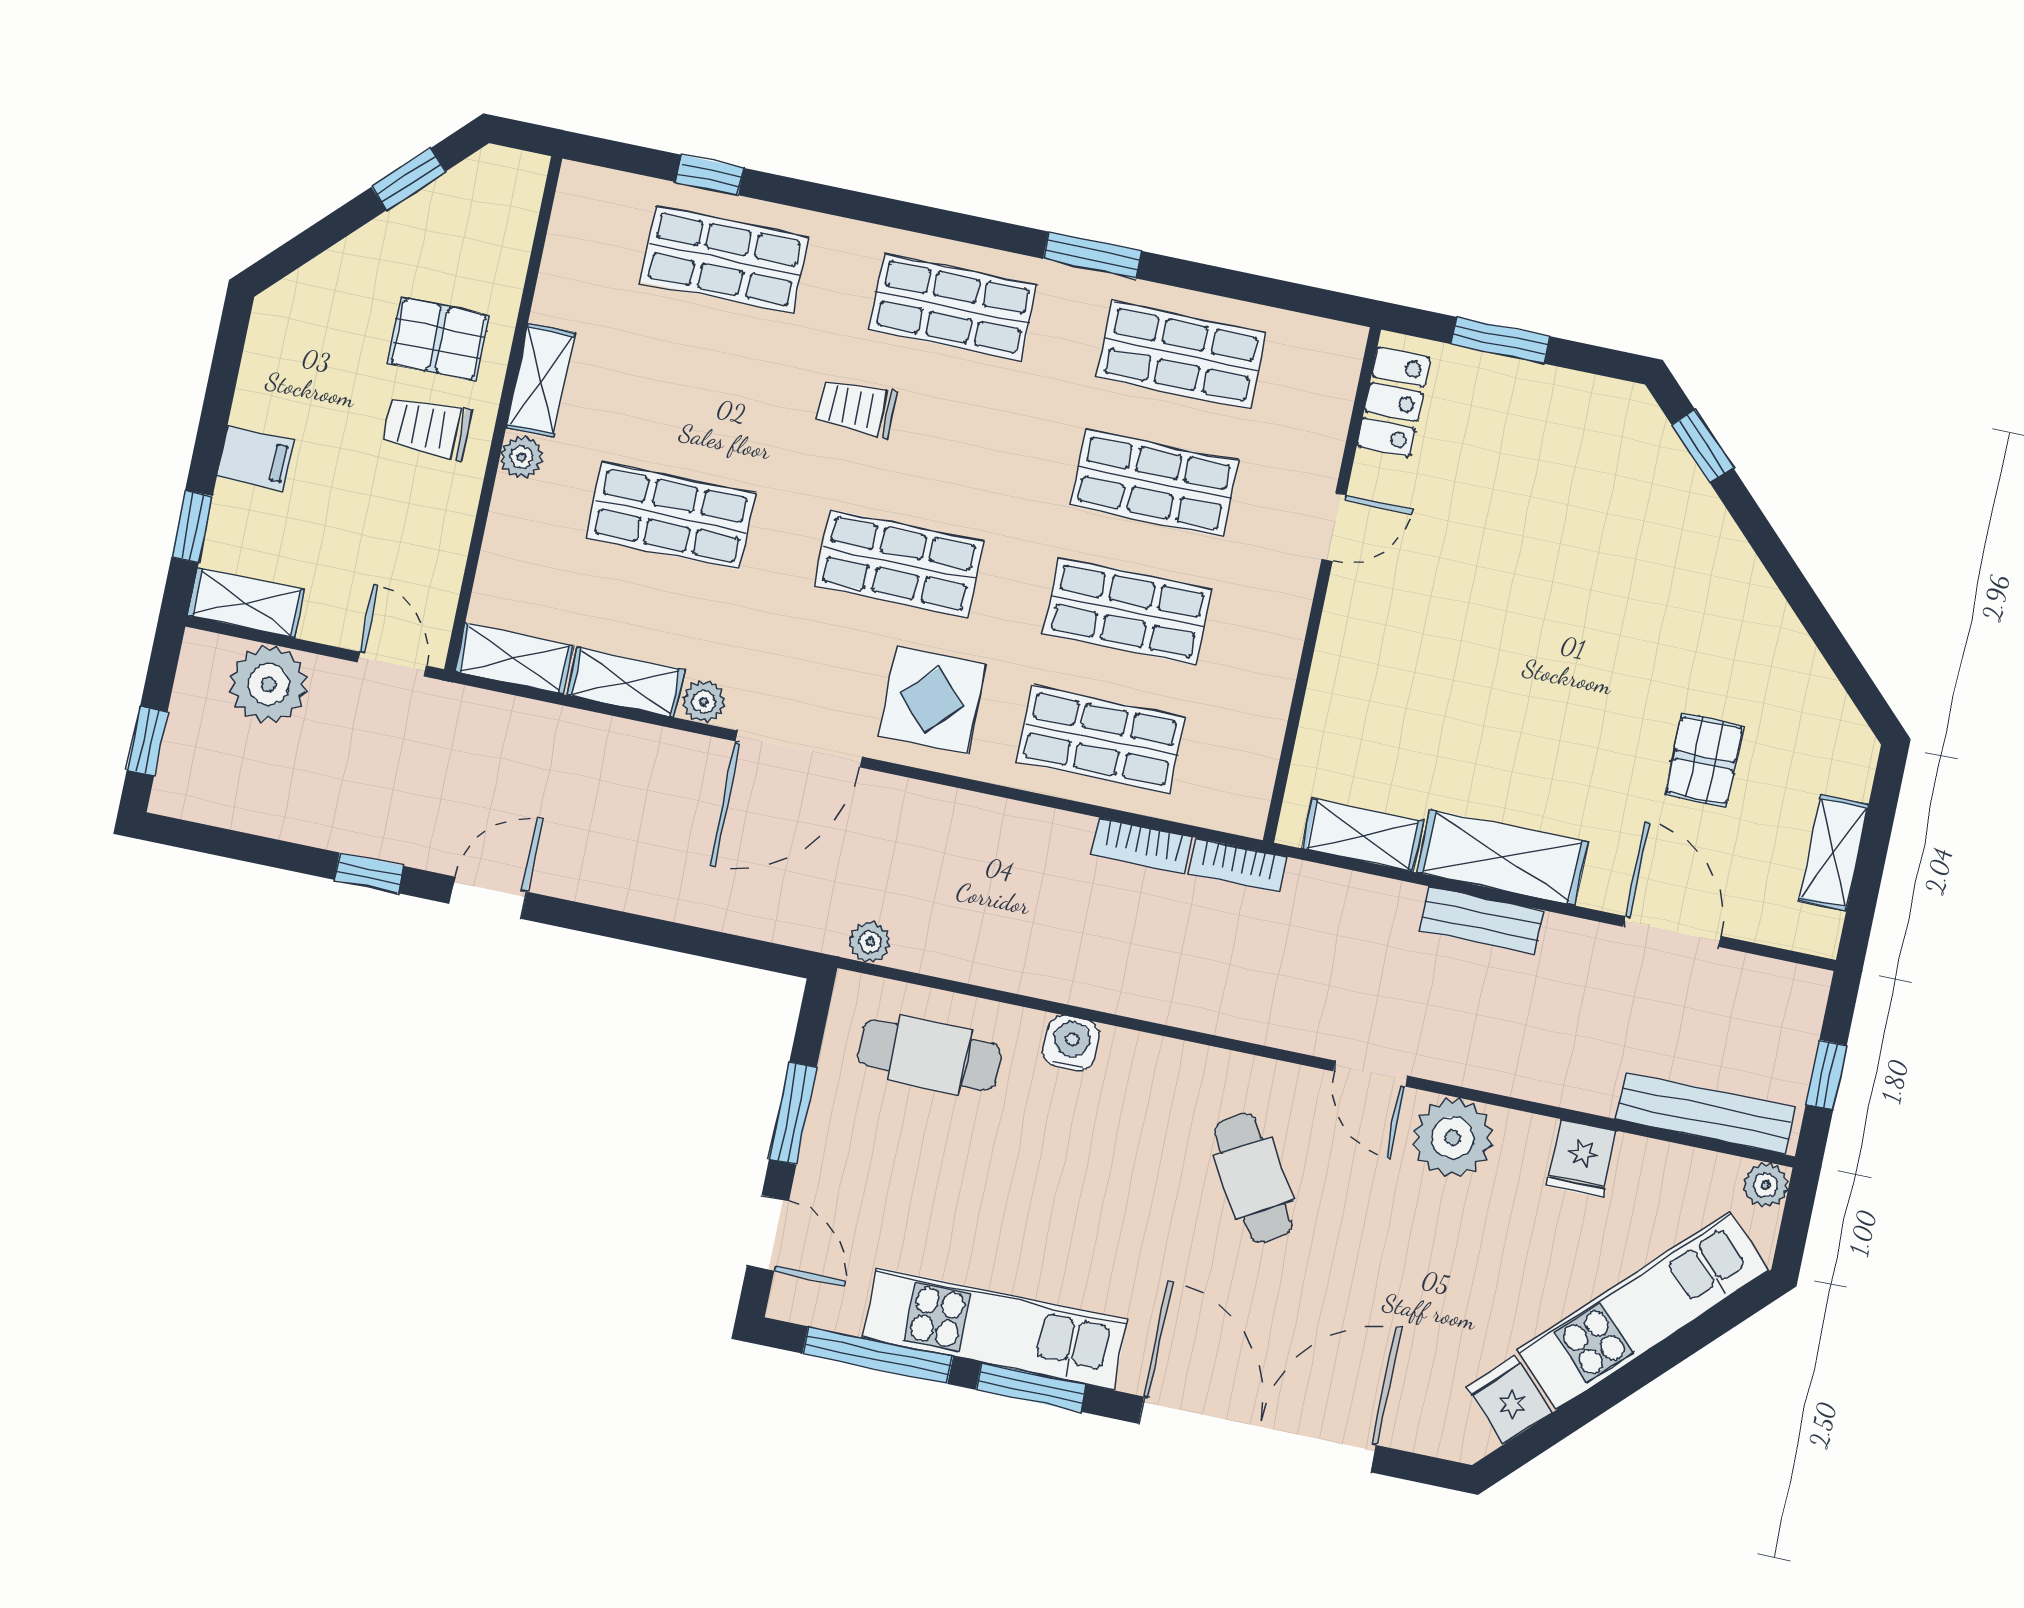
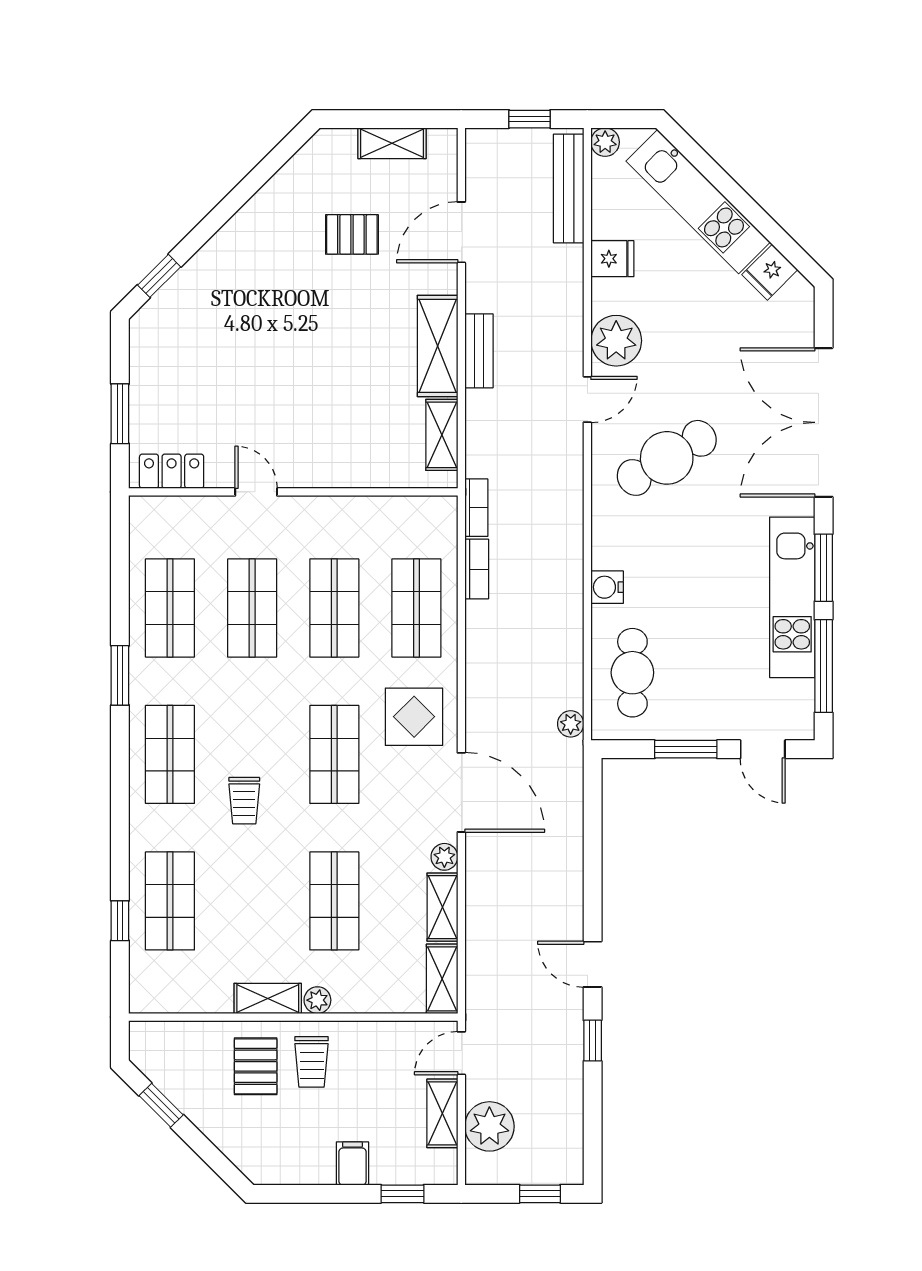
shelving: (246, 603) -> (442, 1113), moved
cafe table: (1253, 1178) -> (667, 458), width x1.37, depth x1.35
door: (768, 1233) -> (763, 749), swing flipped

